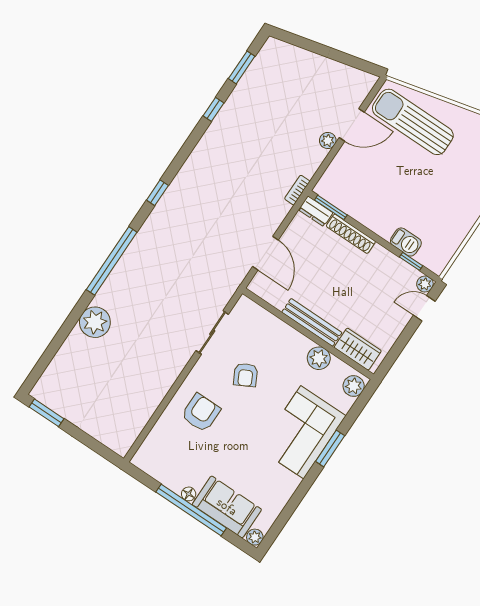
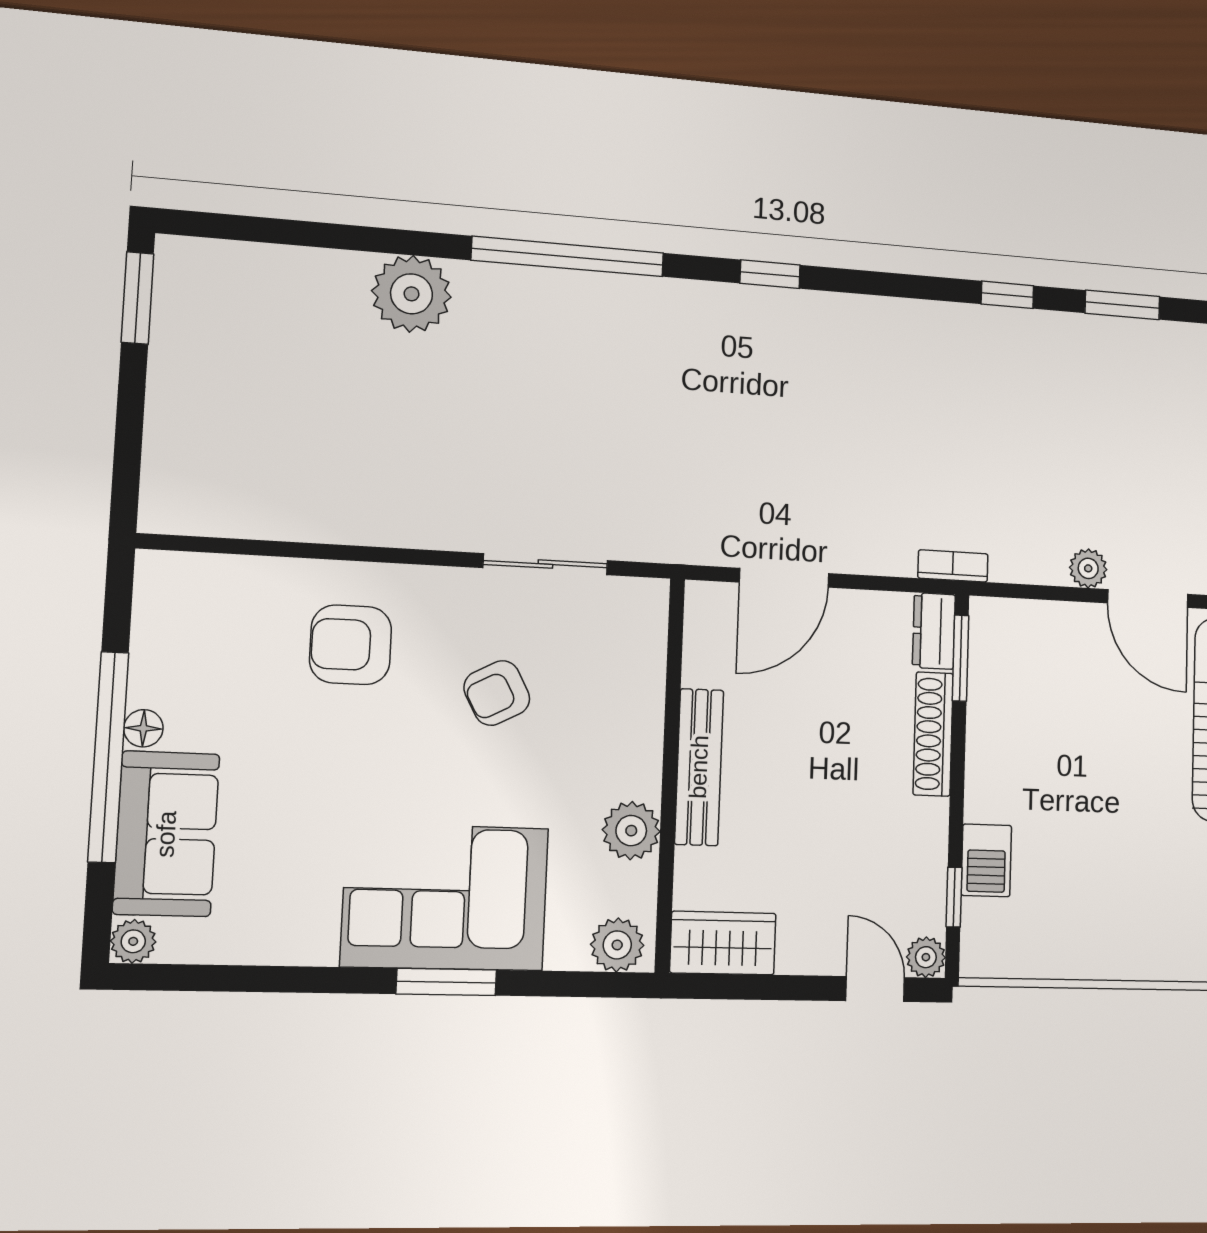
wardrobe: (358, 349) -> (723, 943), moved, turned -90
armchair: (201, 413) -> (351, 645), turned 180

